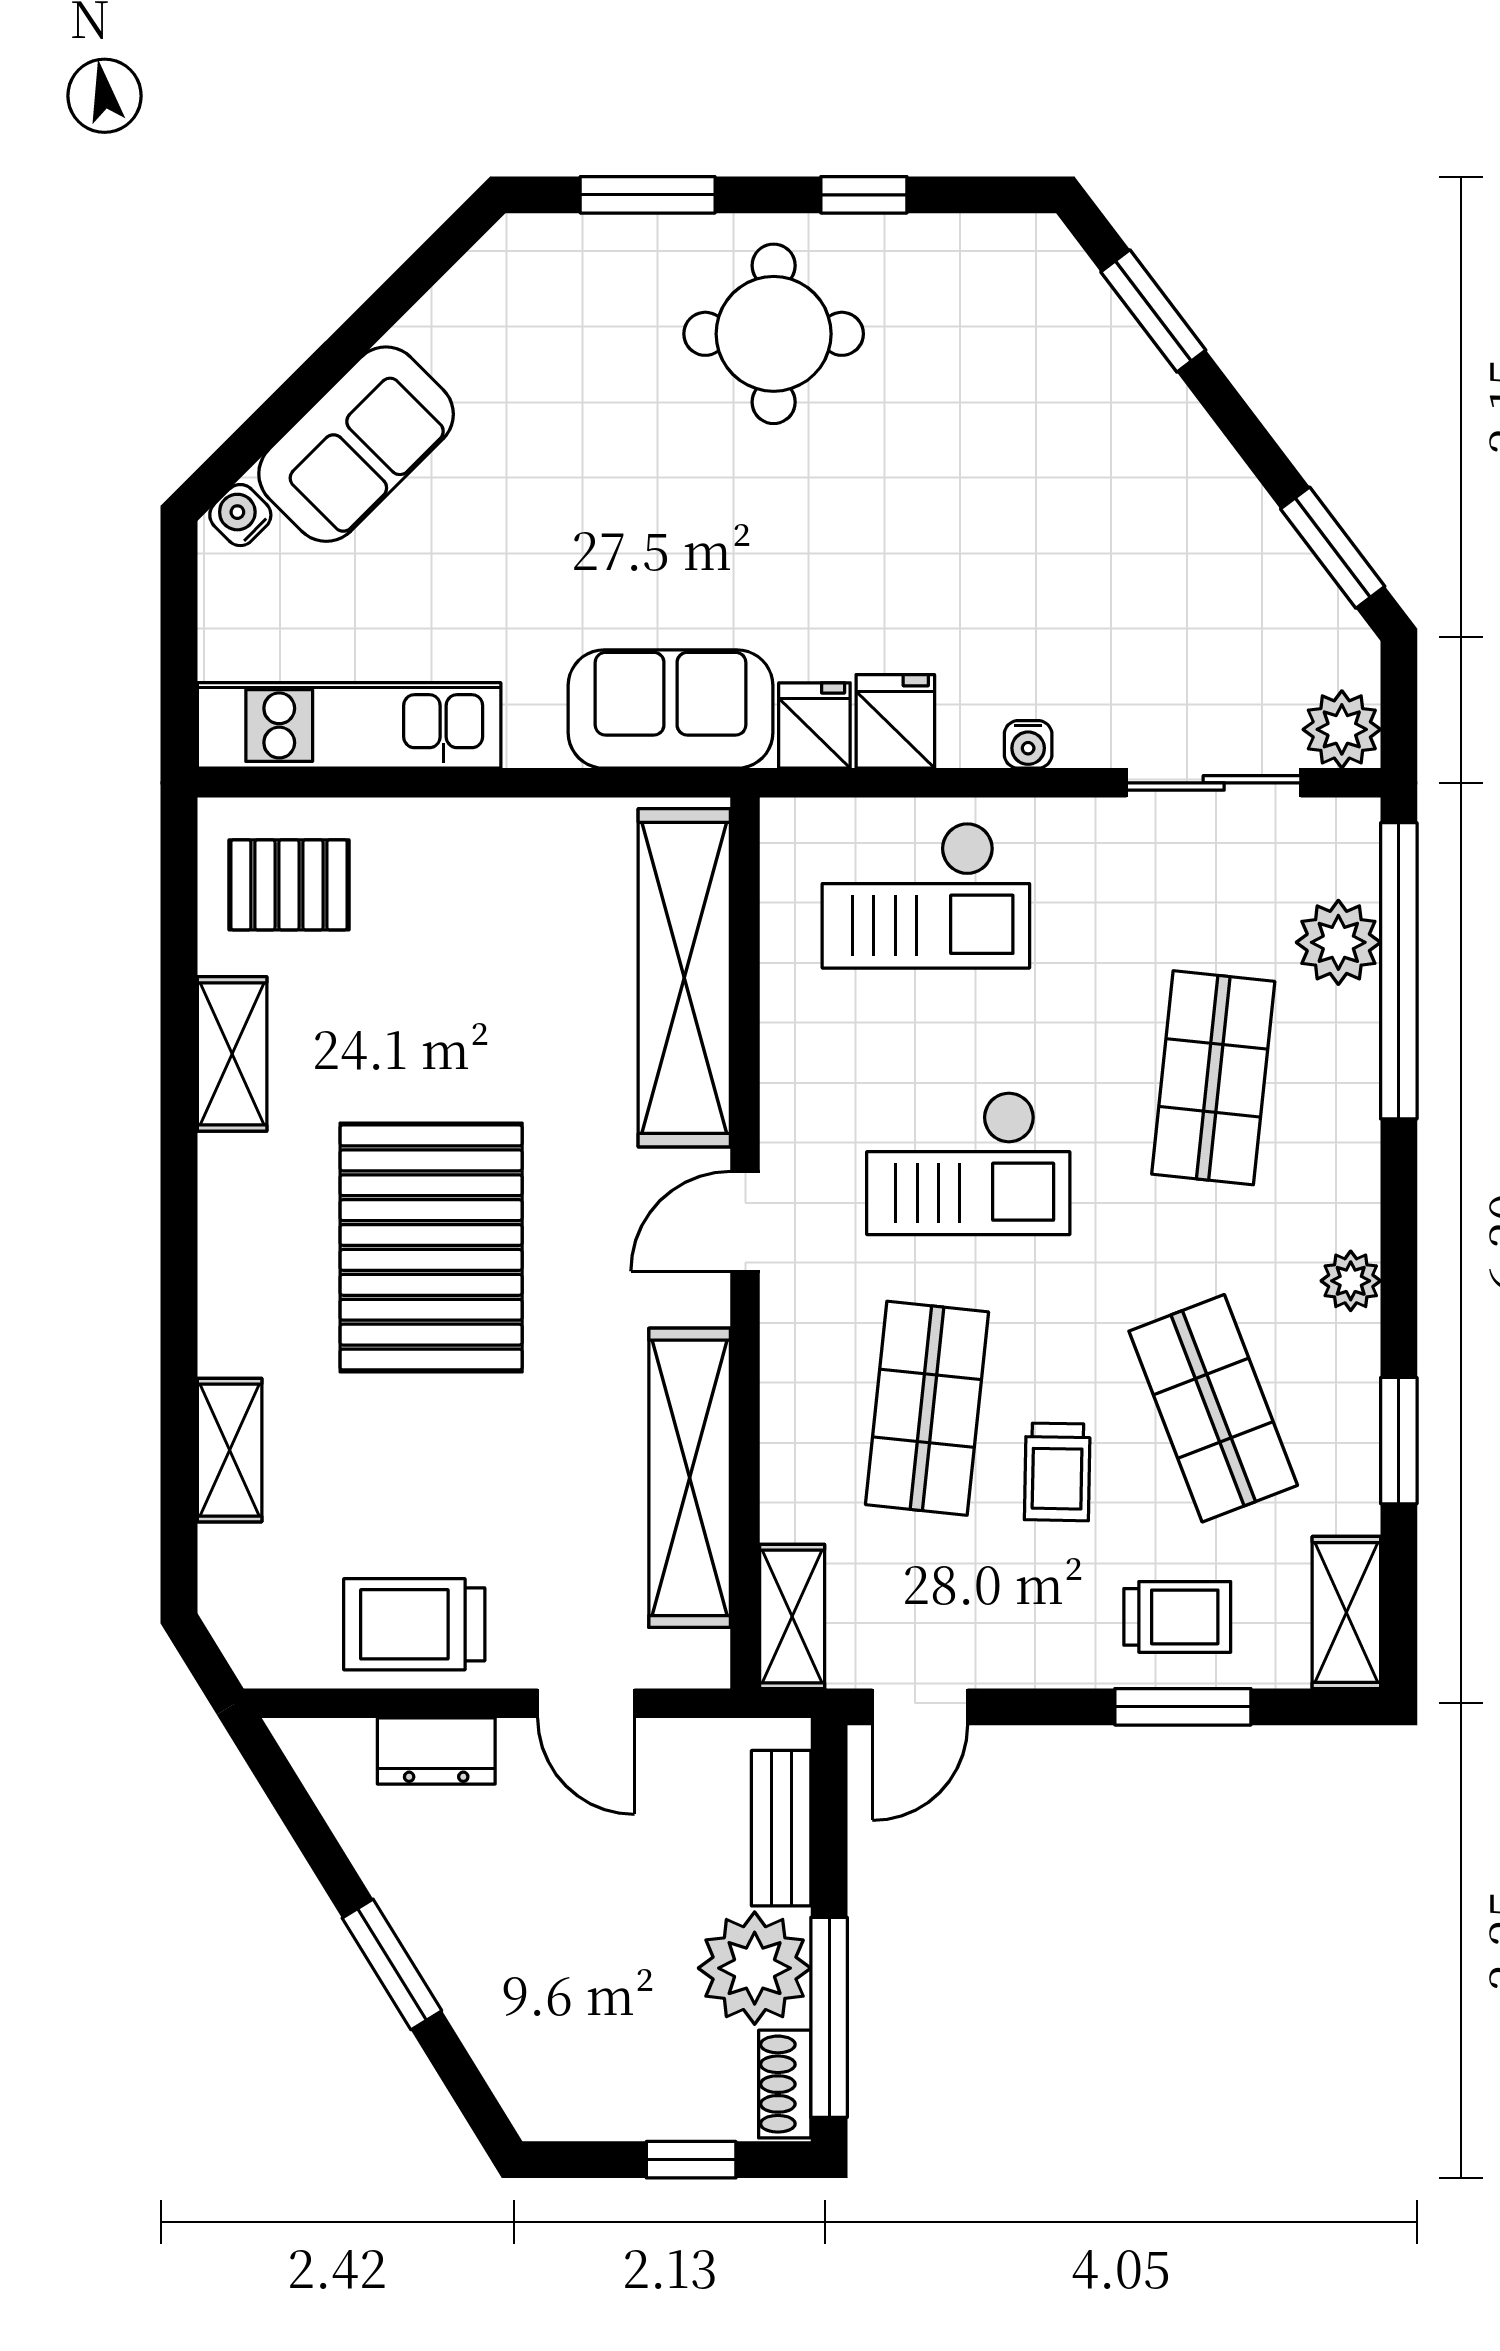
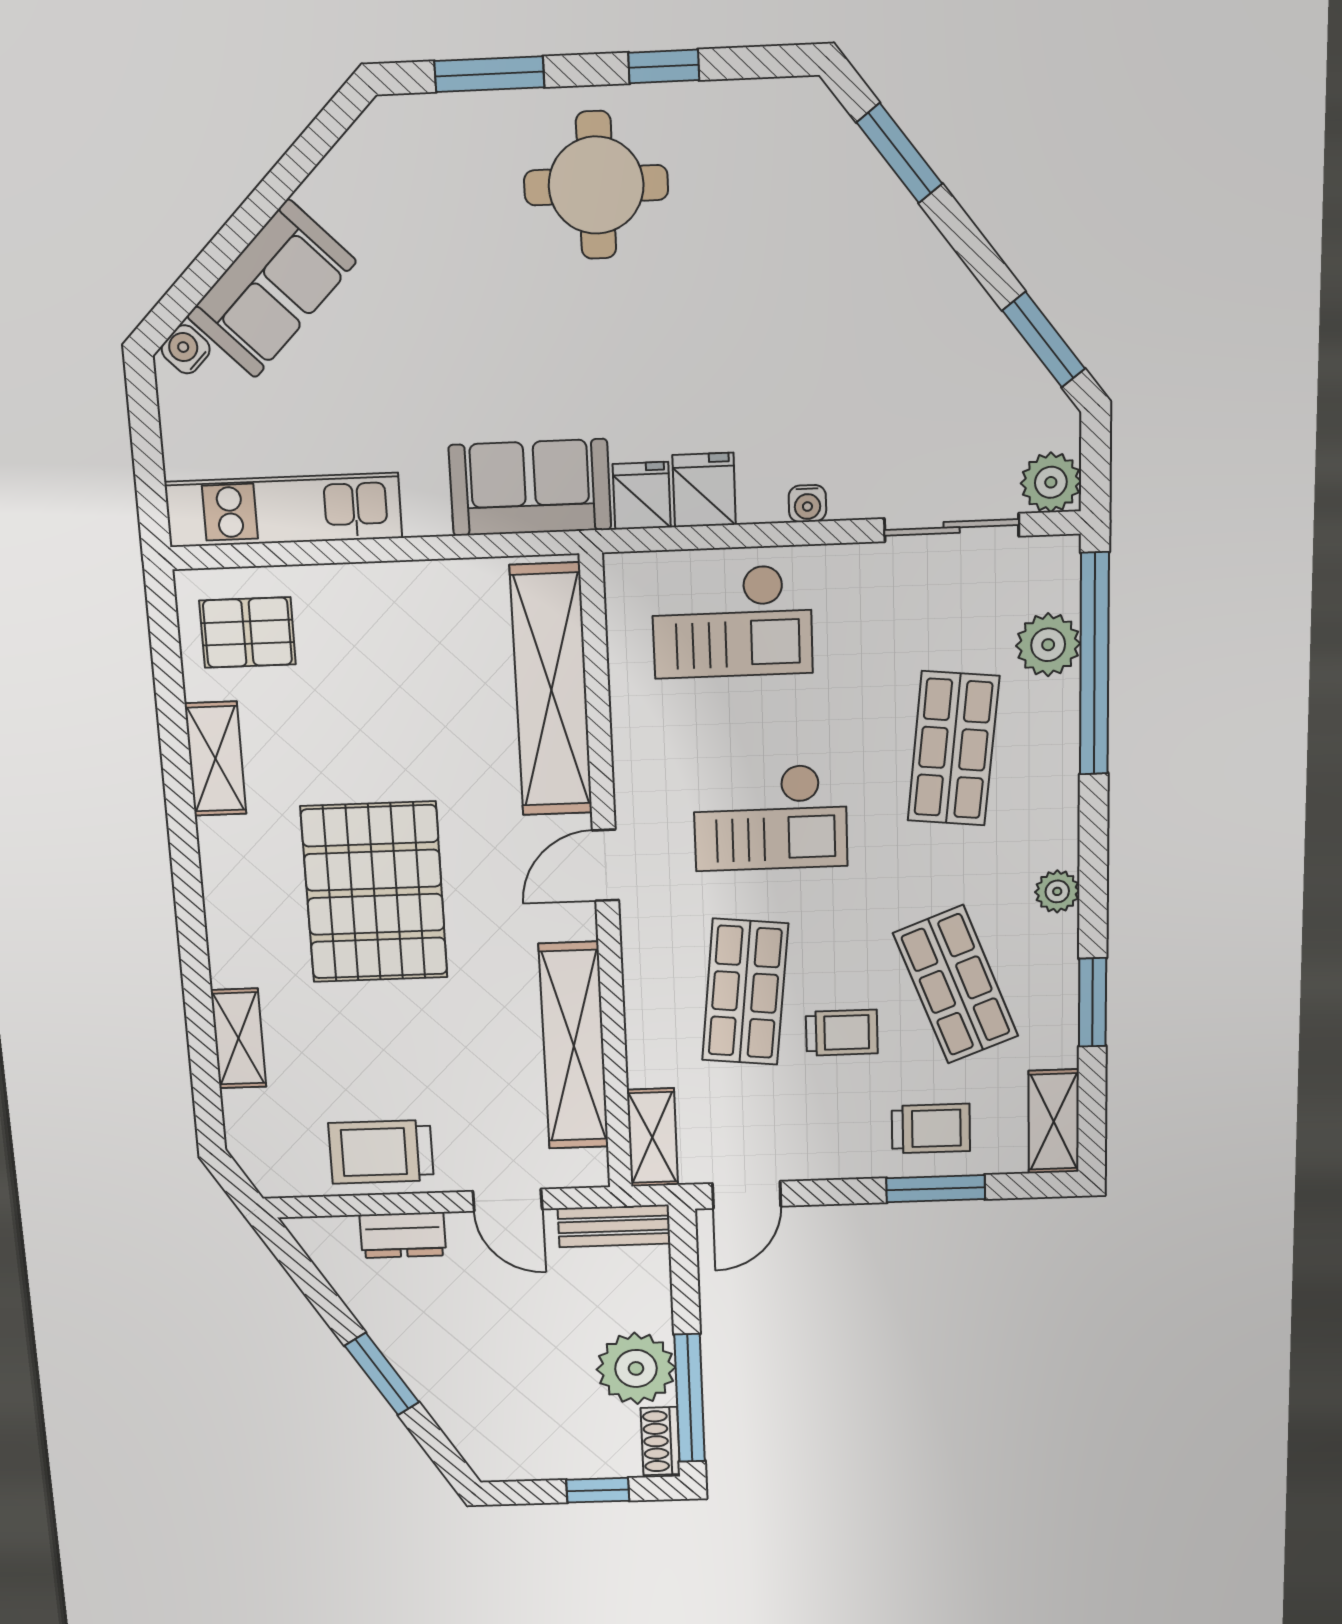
trolley: (1057, 1472) -> (842, 1033), turned -91
bench: (781, 1828) -> (614, 1226), moved, turned 90

